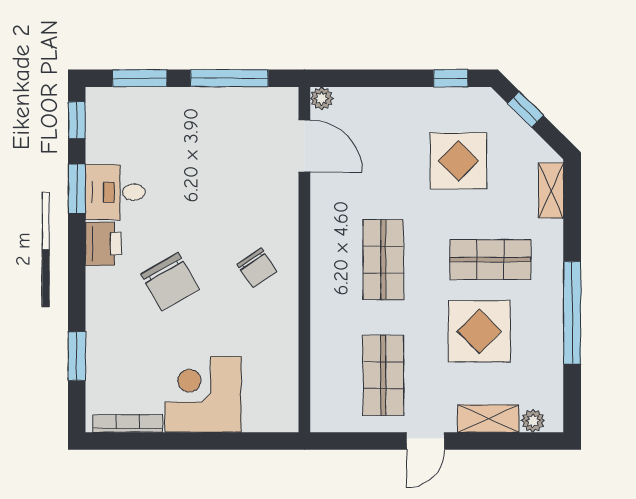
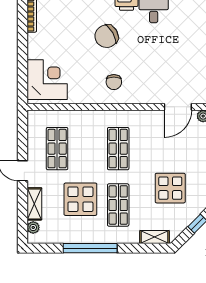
shop shelf: (383, 260) -> (118, 149), turned 90
chair: (257, 268) -> (114, 82), turned -56
shop shelf: (383, 375) -> (57, 149), turned 90
corner desk: (203, 394) -> (47, 80), moved

